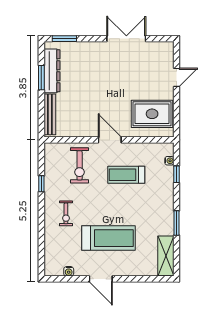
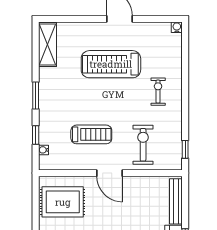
window: (41, 184) -> (185, 149), moved
window: (176, 223) -> (36, 96), moved
water cooler: (69, 271) -> (177, 27), moved

